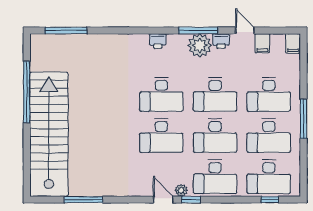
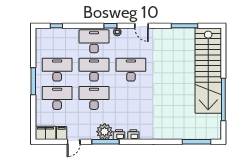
door: (245, 30) -> (74, 142), hinge flipped
printer: (221, 41) -> (119, 135), moved
filing cabinet: (293, 43) -> (46, 133), width x2.00
desk: (161, 94) -> (131, 98), removed
desk: (269, 177) -> (57, 41), removed
door: (163, 200) -> (142, 26), moved

